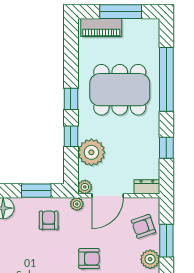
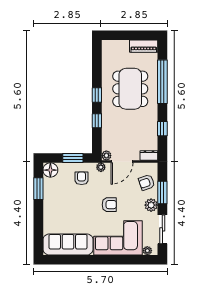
window: (121, 12) -> (131, 35), removed
piano: (101, 28) -> (144, 46), moved
dining table: (120, 90) -> (130, 89), turned 90
plant: (91, 152) -> (111, 132), removed

